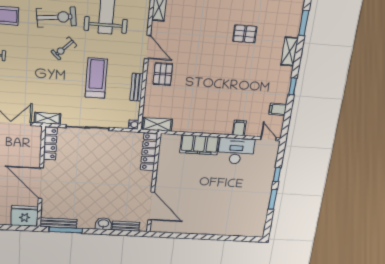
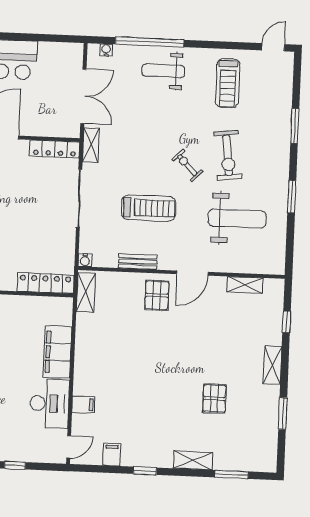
pallet: (163, 74) -> (157, 295), turned 90

